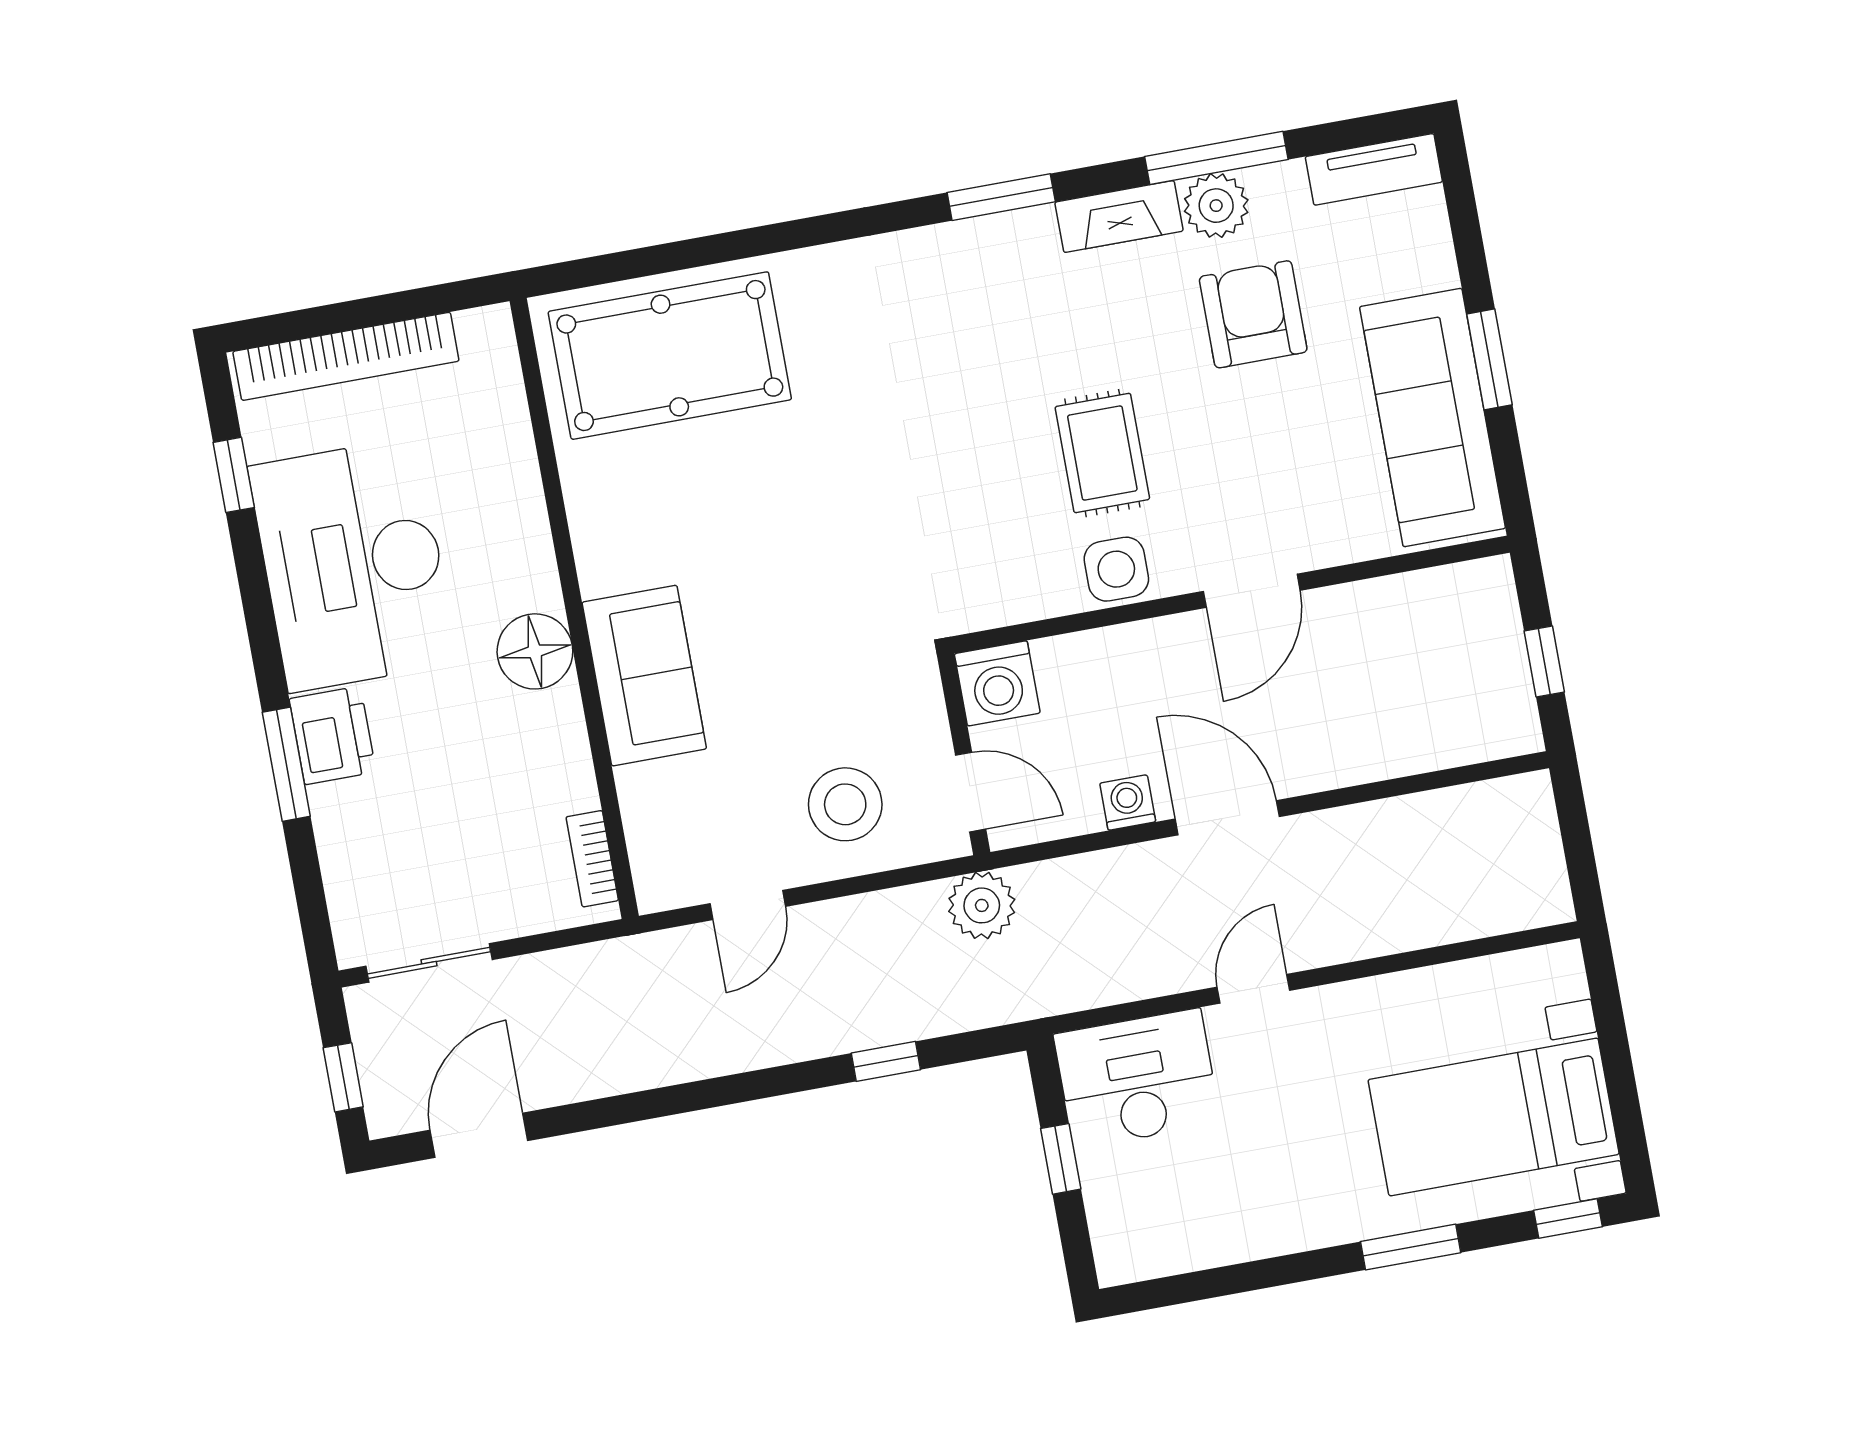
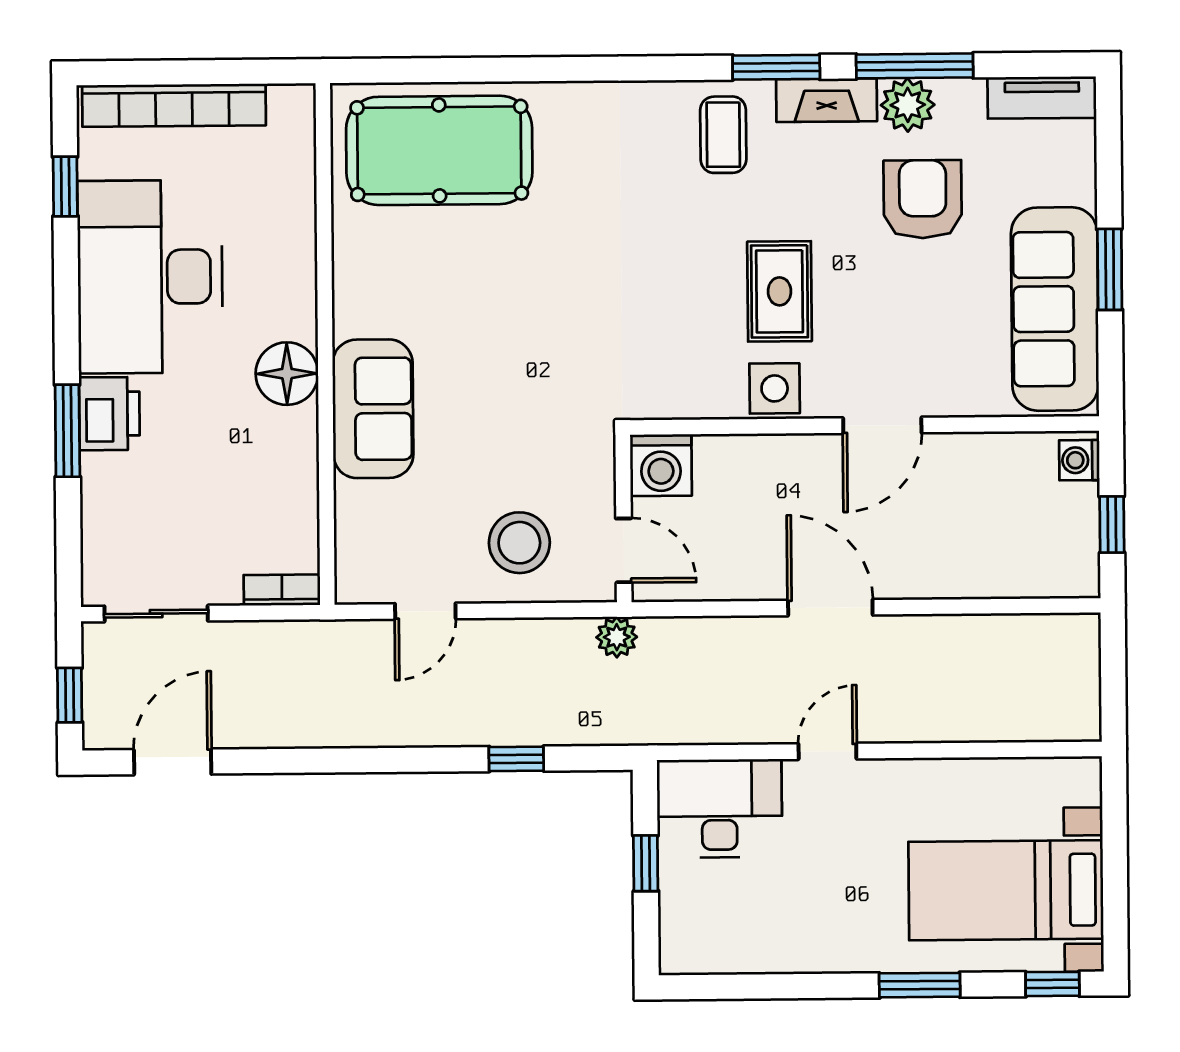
window: (1001, 197) -> (776, 67), moved
coffee table: (1003, 279) -> (723, 135), added
washing machine: (1128, 803) -> (1079, 460), moved, turned -90
bookcase: (592, 859) -> (282, 590), moved, turned 90
plant: (982, 905) -> (617, 637), width x0.73, depth x0.73

